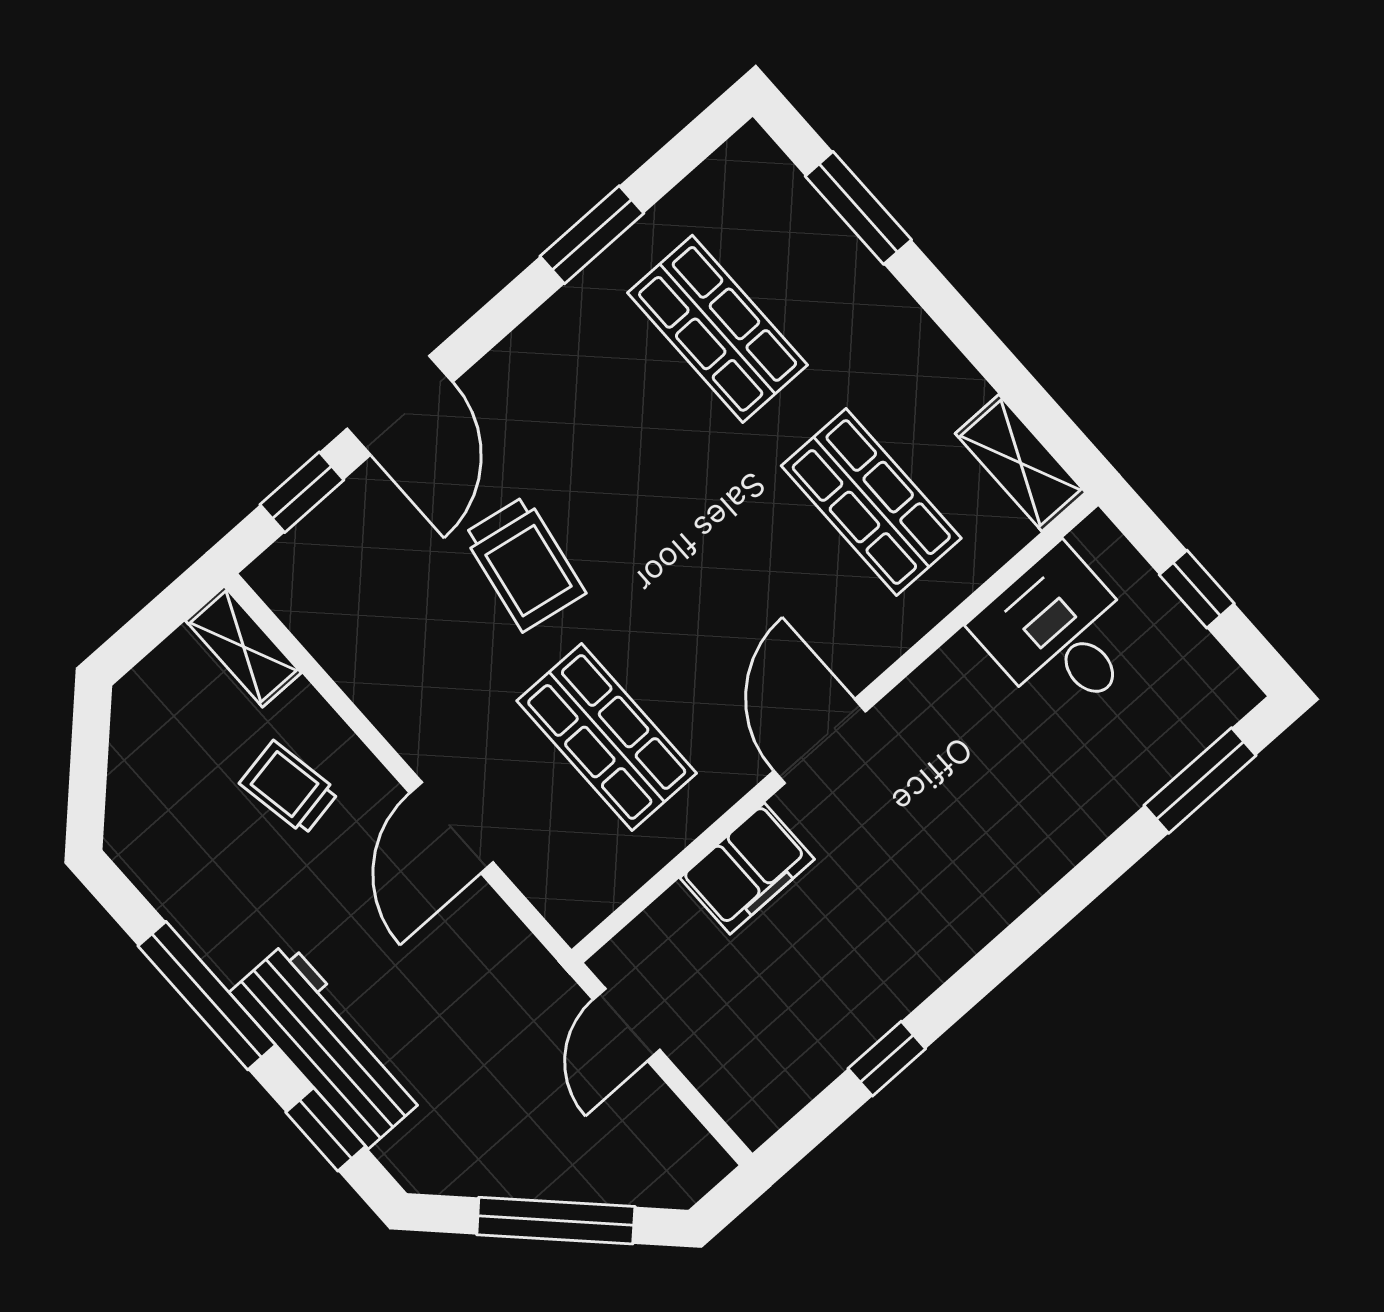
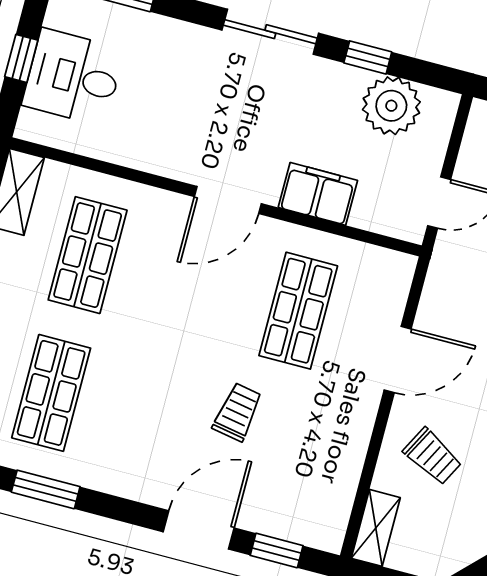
trolley: (524, 564) -> (237, 412), width x0.73, depth x0.72
desk: (1060, 635) -> (73, 77), moved, turned 90
trolley: (289, 788) -> (433, 456), turned -52
sliding door: (1009, 950) -> (270, 32), added
plant: (800, 1047) -> (391, 106), added

